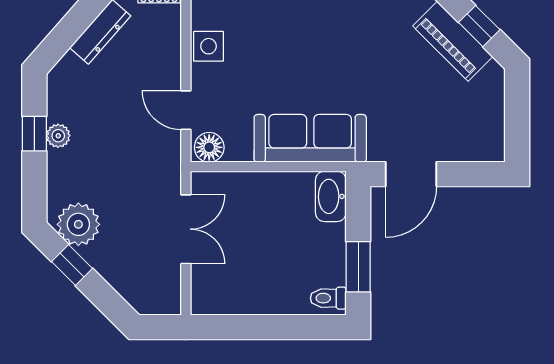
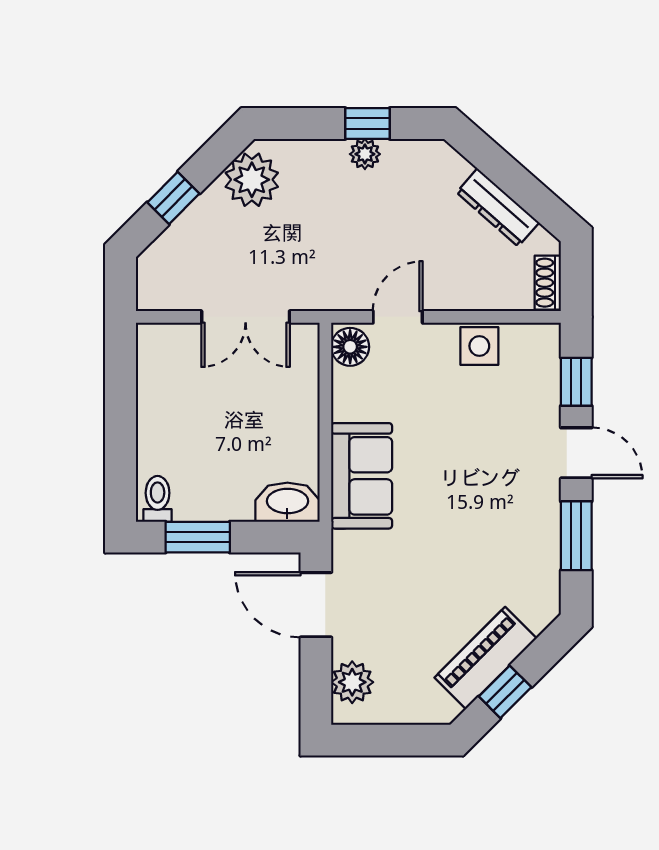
sofa: (310, 138) -> (362, 476), width x0.73
plant: (472, 146) -> (352, 682), added
window: (72, 265) -> (173, 198), moved

